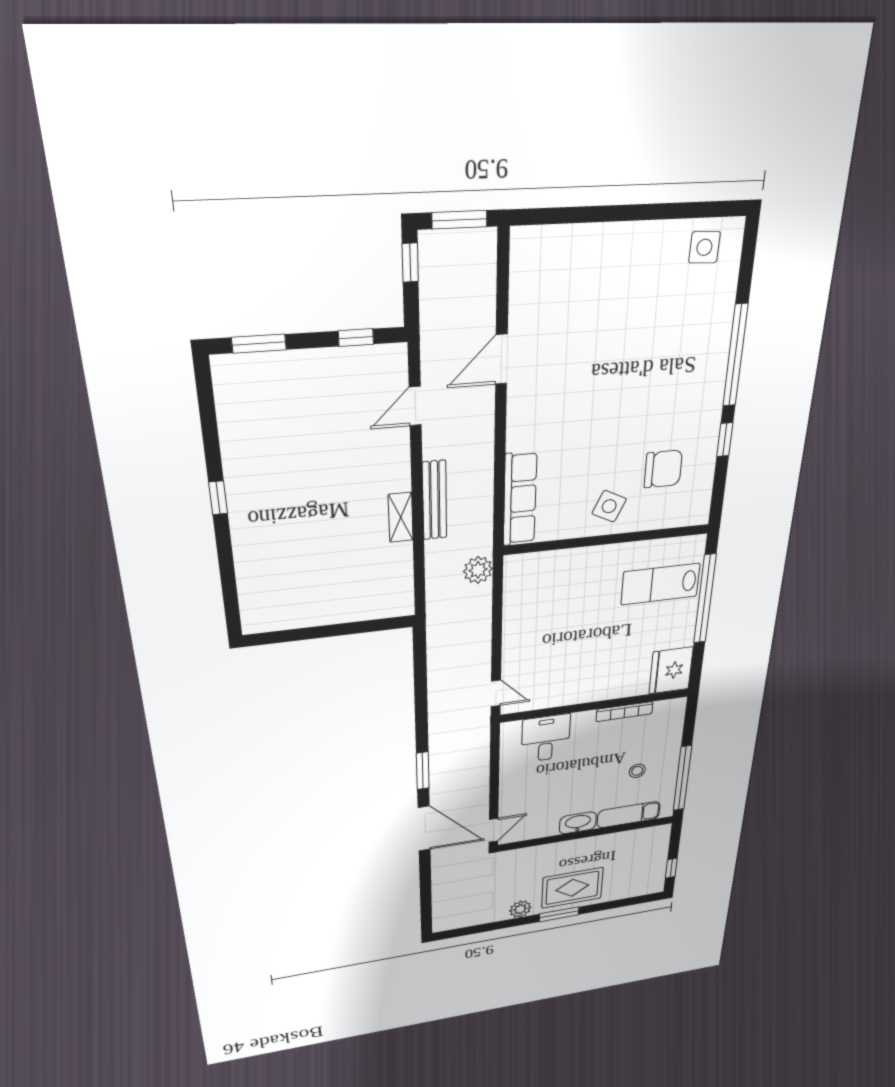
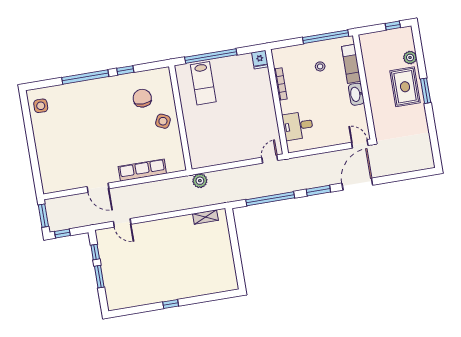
window: (259, 344) -> (99, 277), moved
row of seats: (520, 499) -> (142, 170), moved
bench: (435, 500) -> (166, 207), removed
shelving: (401, 517) -> (205, 217), moved
fridge: (671, 670) -> (260, 60), width x0.53, depth x0.75
window: (421, 693) -> (270, 199), added
plant: (520, 909) -> (410, 58), moved

